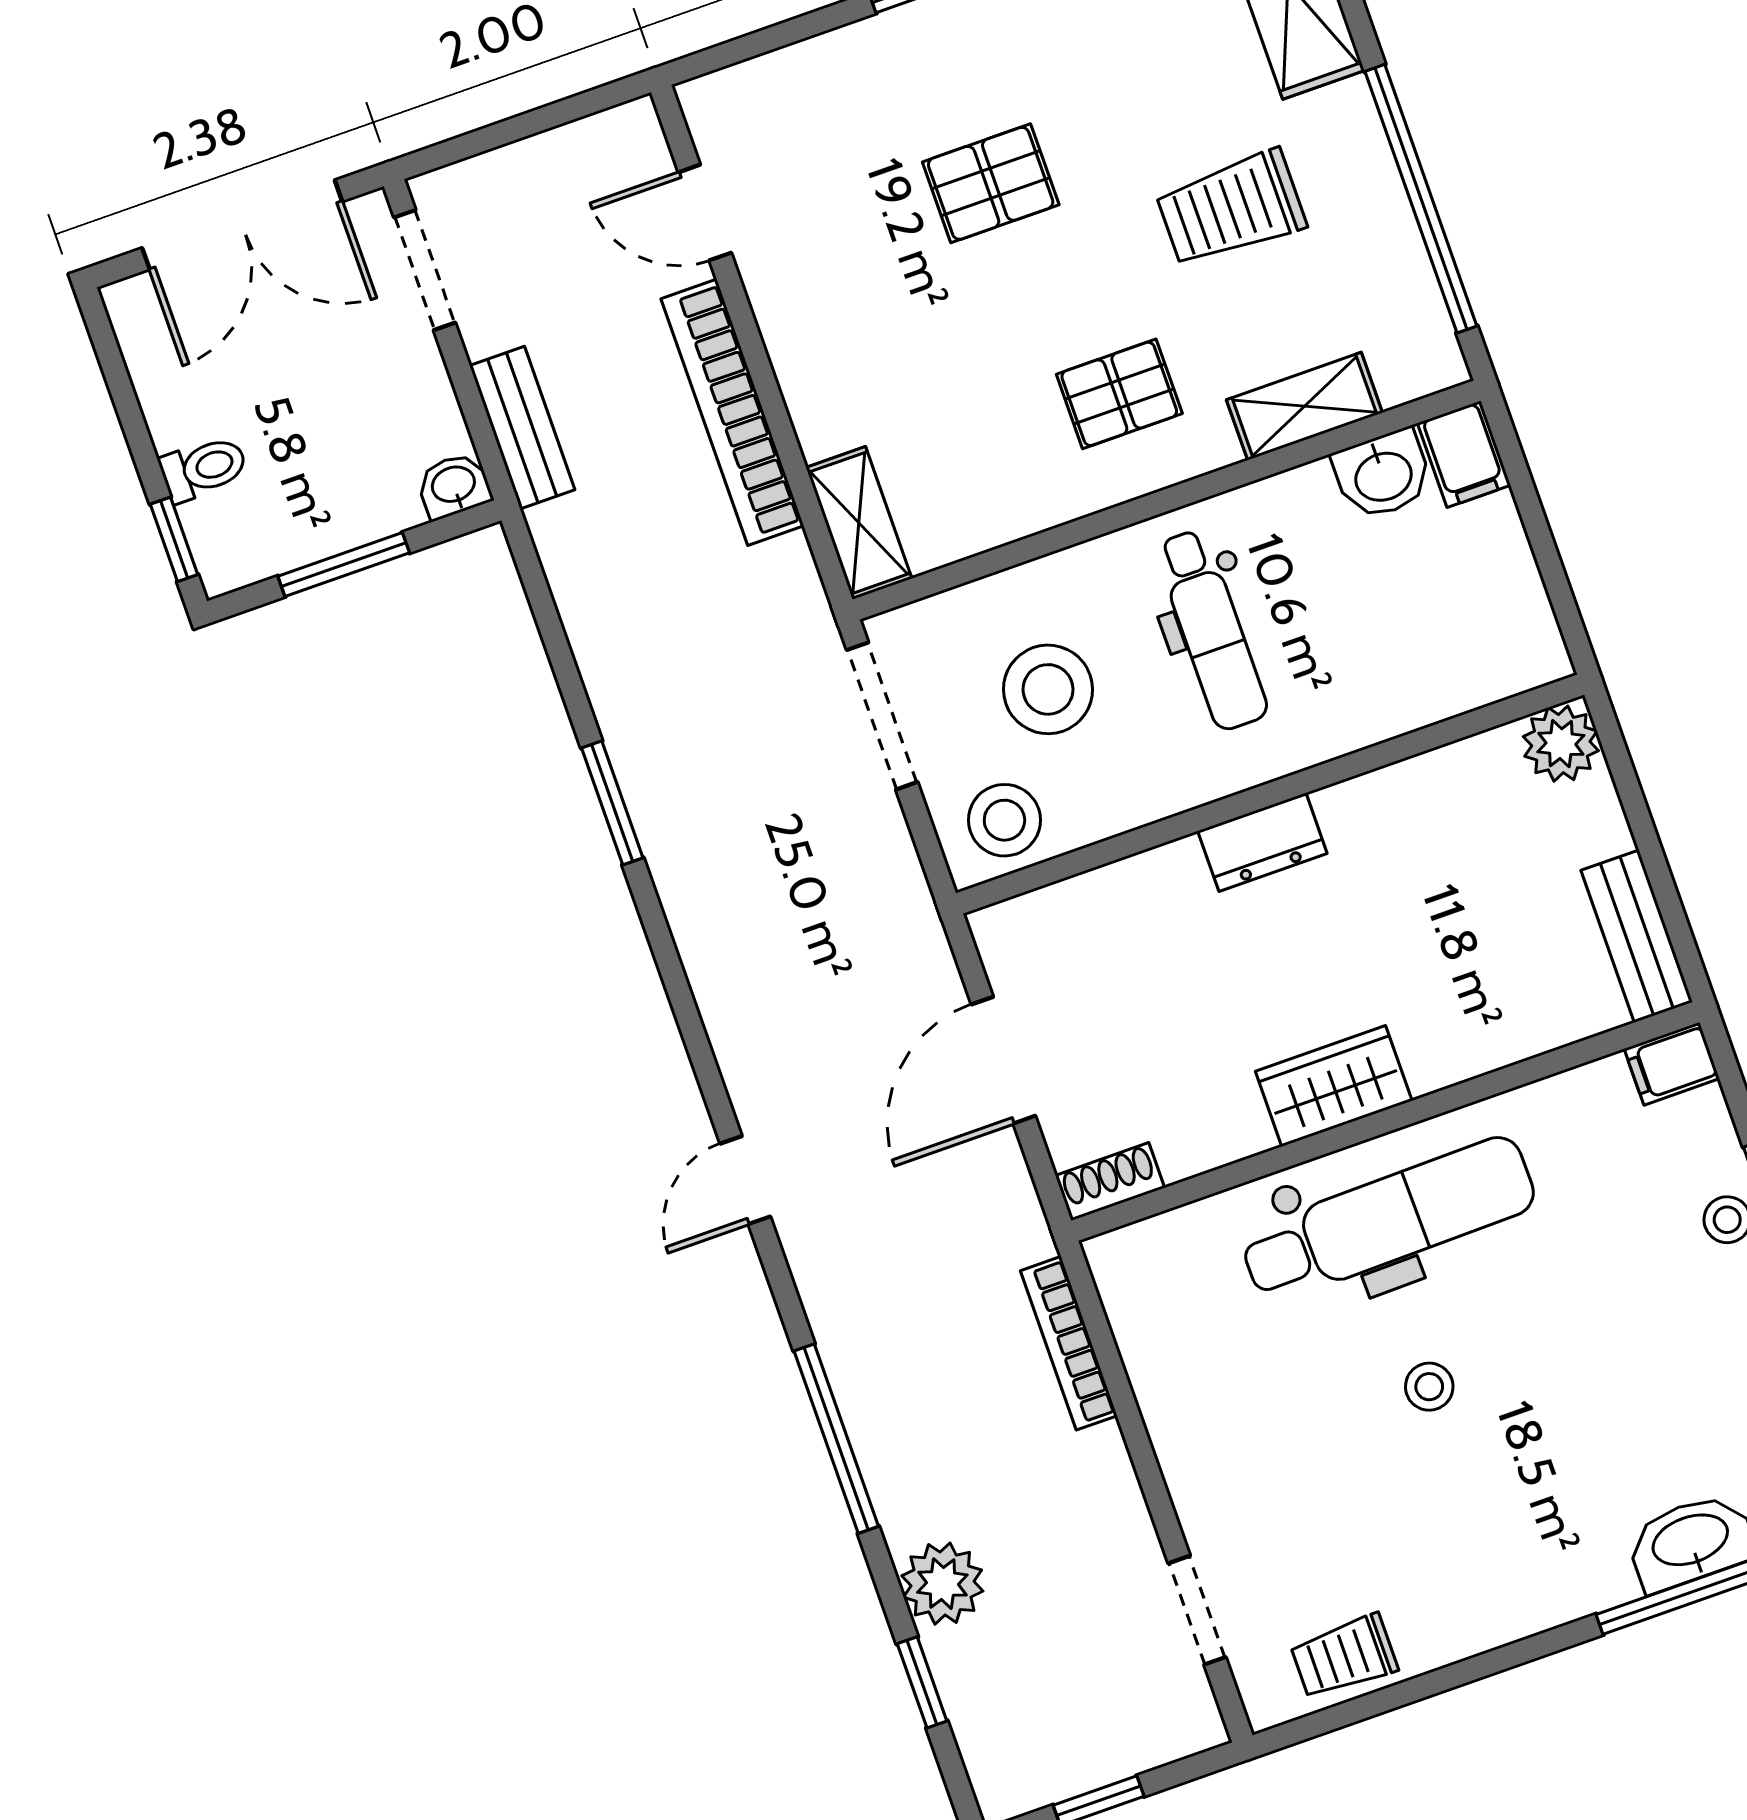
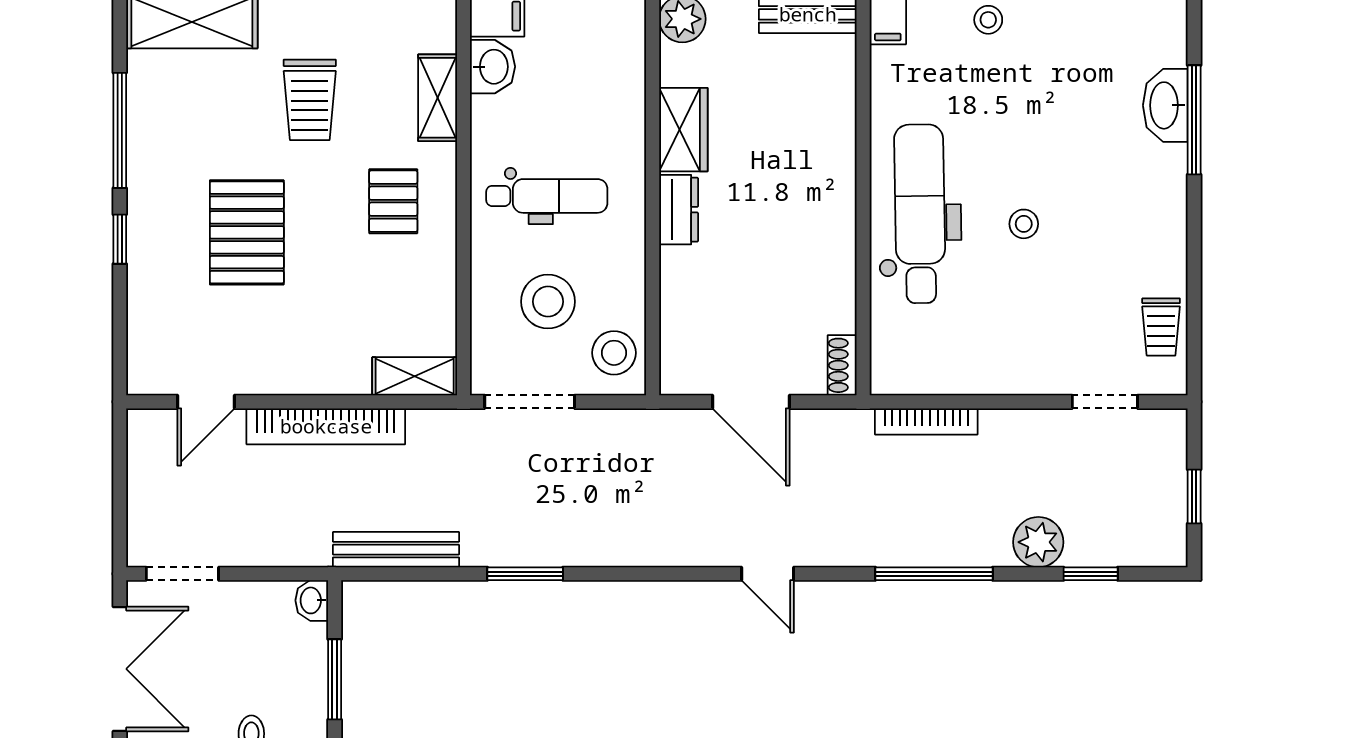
pallet: (991, 183) -> (247, 232), width x1.50, depth x1.42
bench: (522, 428) -> (396, 550), moved, width x1.36
wardrobe: (1334, 1086) -> (683, 130), moved, turned 180

